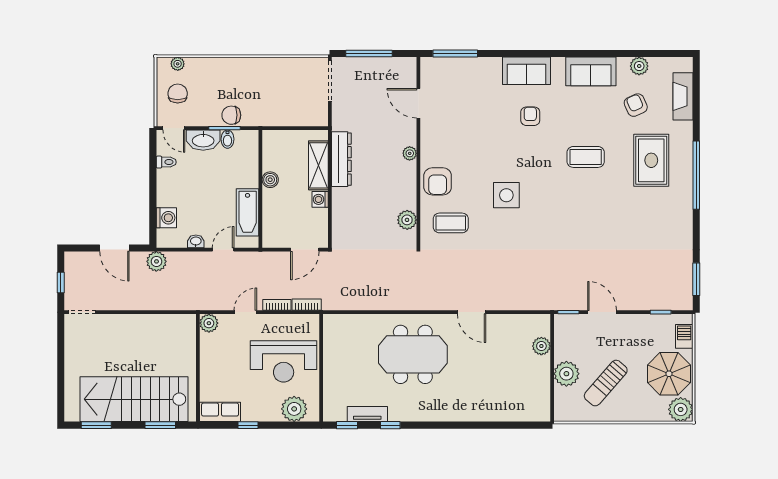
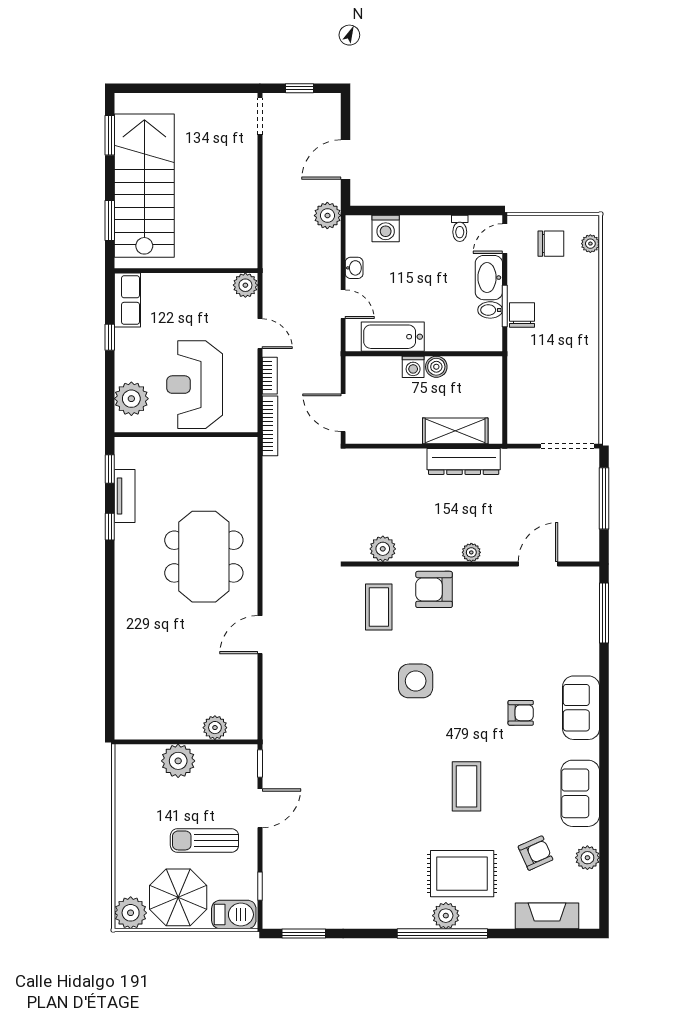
plant: (683, 173) -> (446, 916), added
washing machine: (320, 199) -> (413, 367), moved, turned 180
bookcase: (307, 305) -> (270, 426), width x1.56
barbecue: (684, 336) -> (234, 915), width x1.38, depth x1.27
sun lounger: (606, 383) -> (204, 840), moved, turned -41

